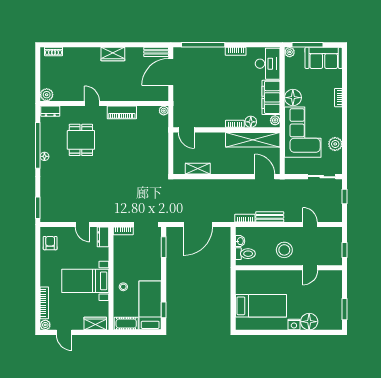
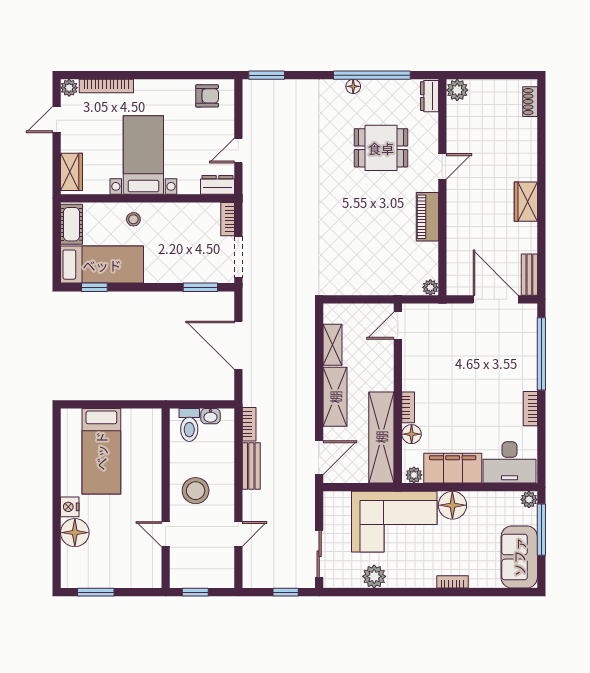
shelving: (229, 167) -> (335, 397), added

